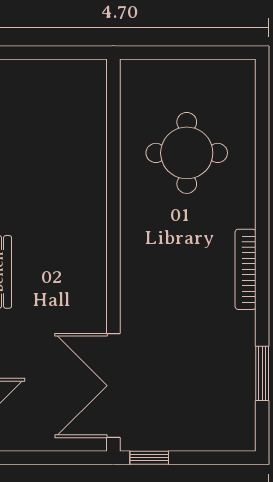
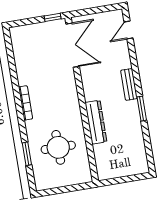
dresser: (89, 197) -> (96, 122), added
window: (262, 373) -> (27, 154), moved

